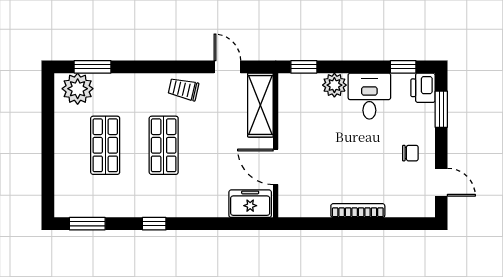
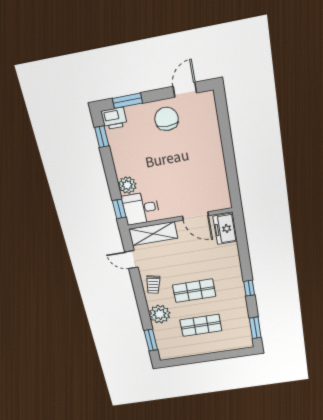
door: (227, 67) -> (131, 260), hinge flipped
plant: (78, 89) -> (160, 314), moved
desk: (369, 96) -> (141, 208), moved
chair: (410, 153) -> (166, 119), width x1.87, depth x1.87
door: (276, 167) -> (195, 216), hinge flipped
bookcase: (358, 211) -> (218, 151), removed

